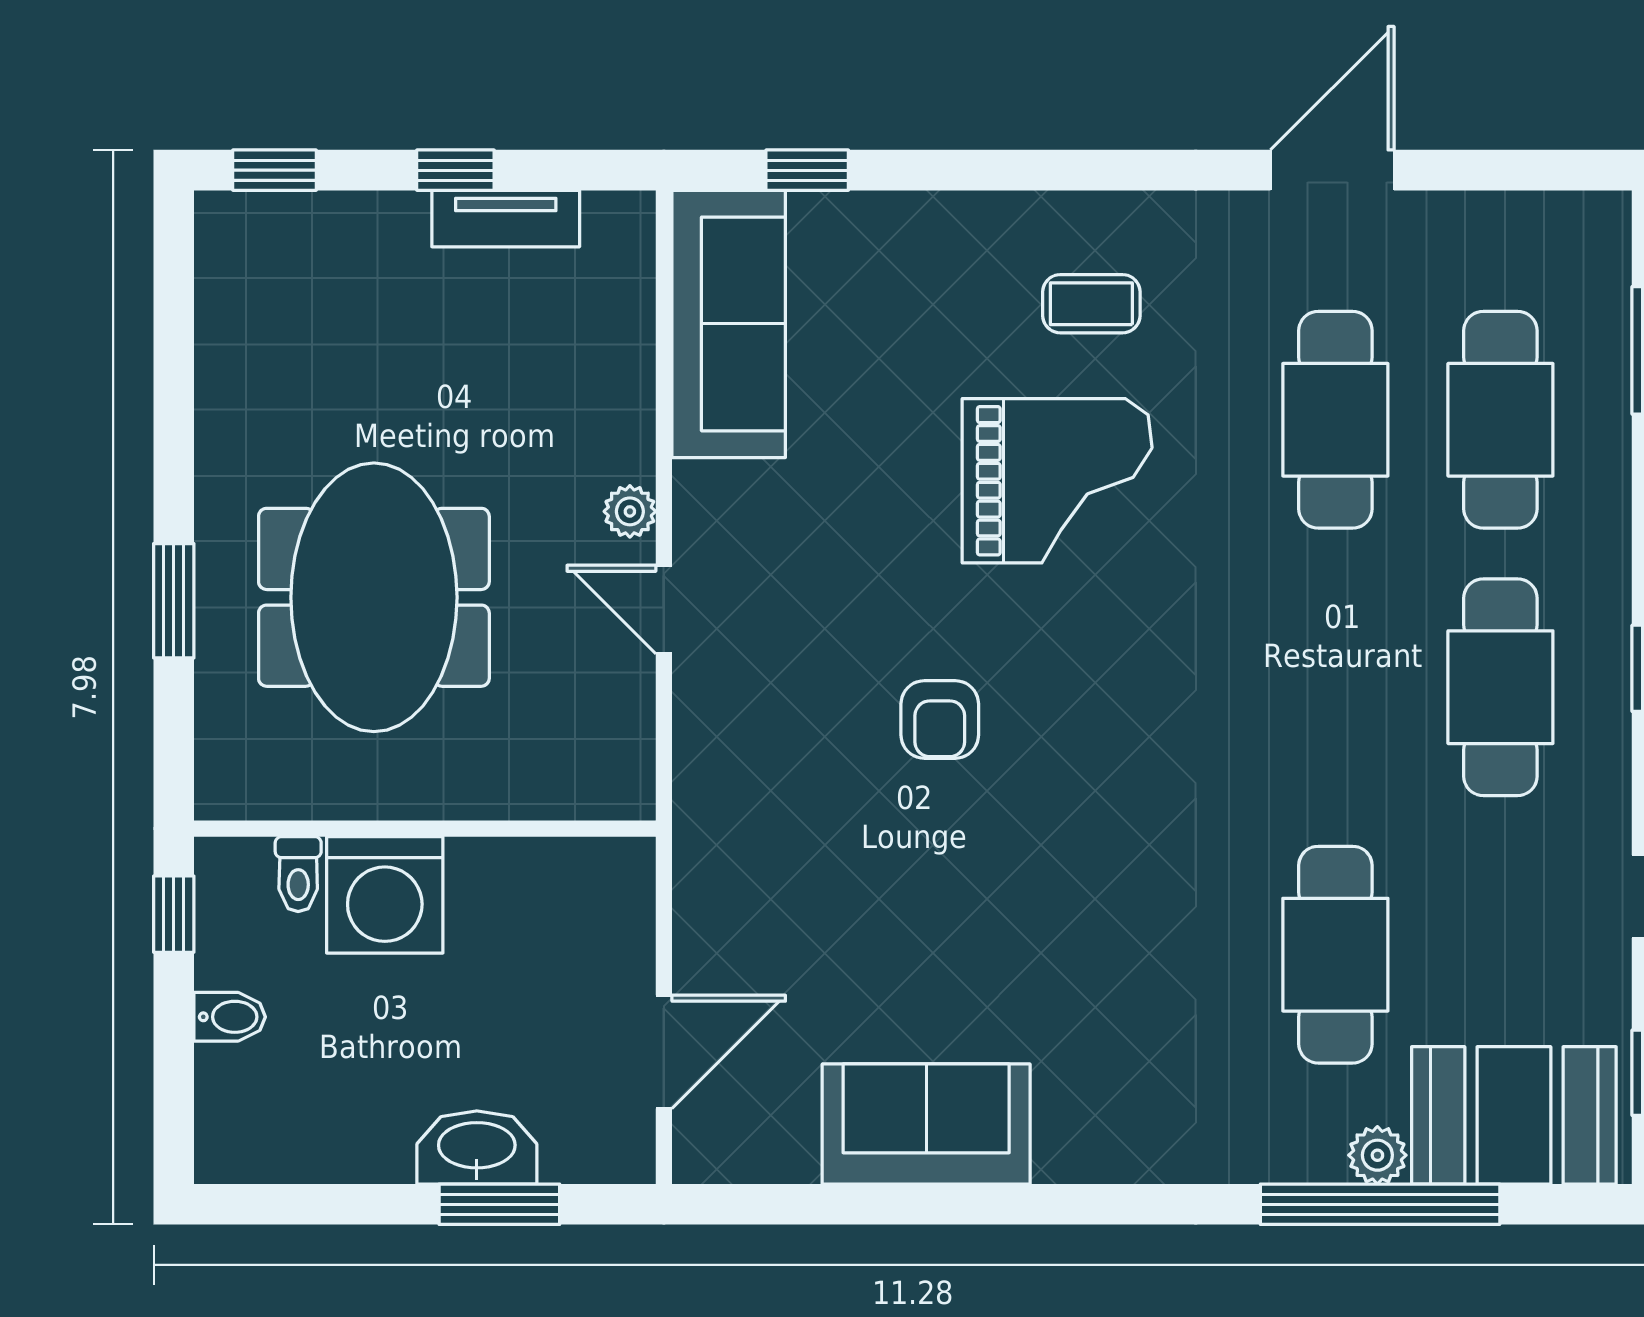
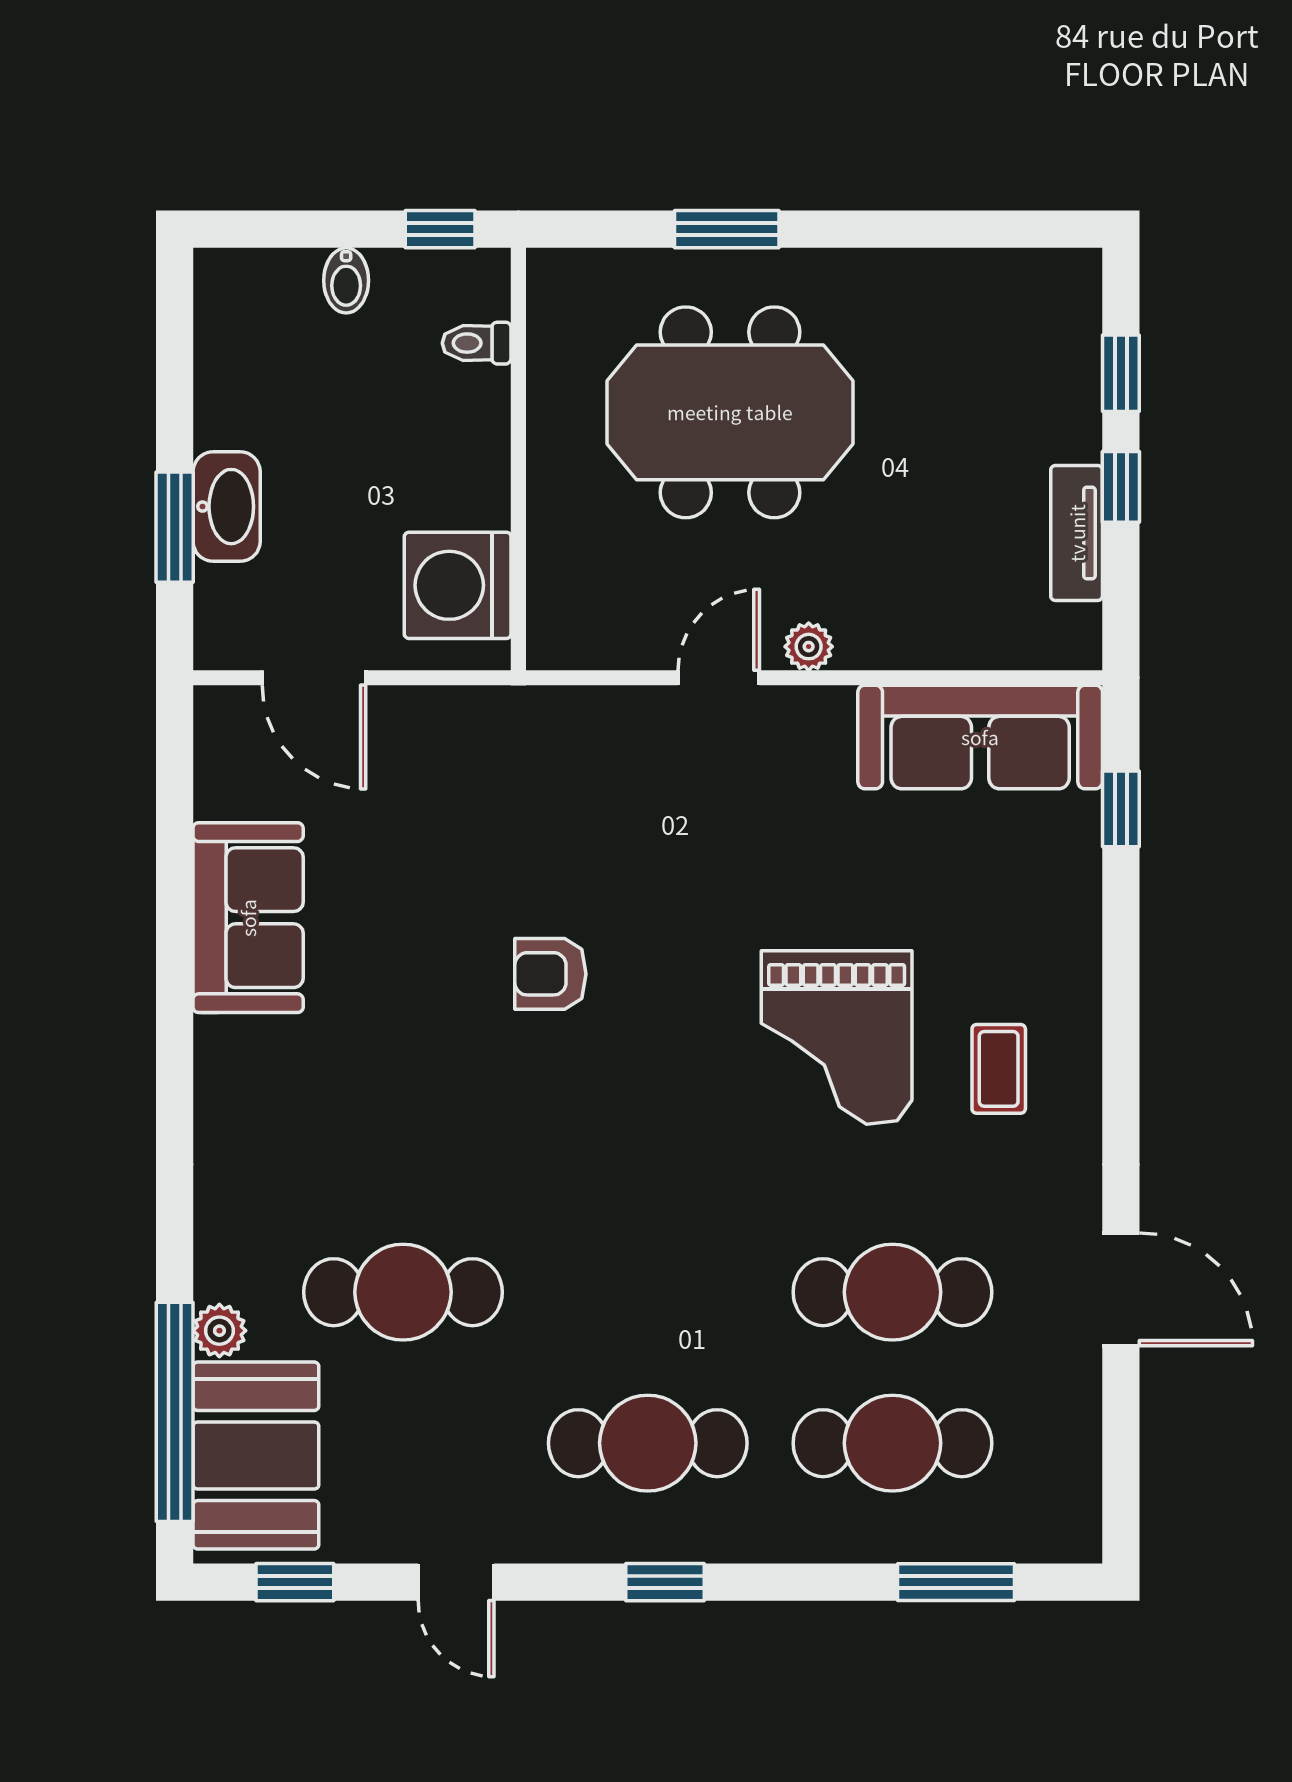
window: (274, 170) -> (1121, 373), moved
armchair: (940, 719) -> (550, 974), moved
washing machine: (385, 895) -> (458, 585), moved
window: (1380, 1204) -> (175, 1412), moved

